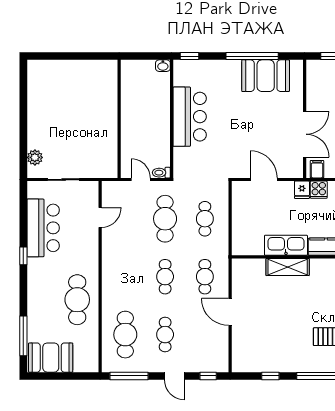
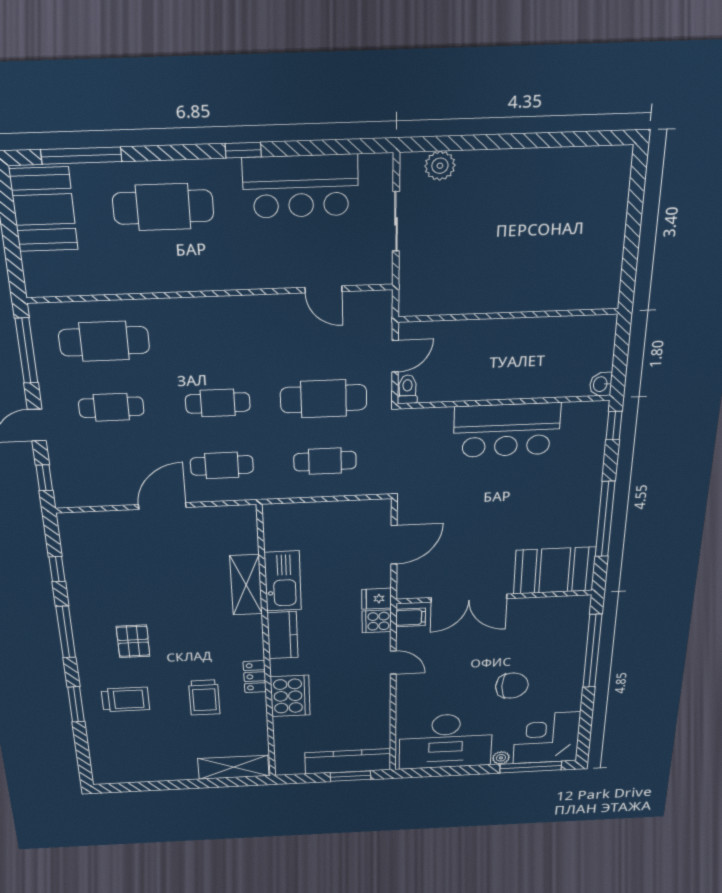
booth: (266, 76) -> (555, 571), moved, turned 90
cafe table: (77, 300) -> (163, 207), moved

